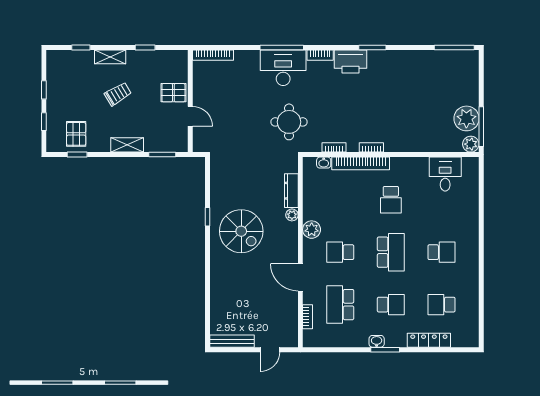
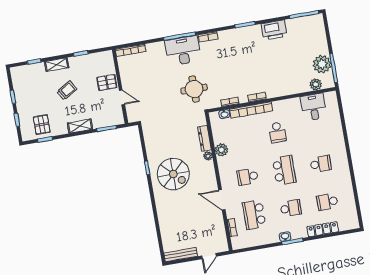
printer: (350, 61) -> (274, 30), moved
plant: (471, 144) -> (316, 84), moved
plant: (312, 230) -> (222, 150), moved

